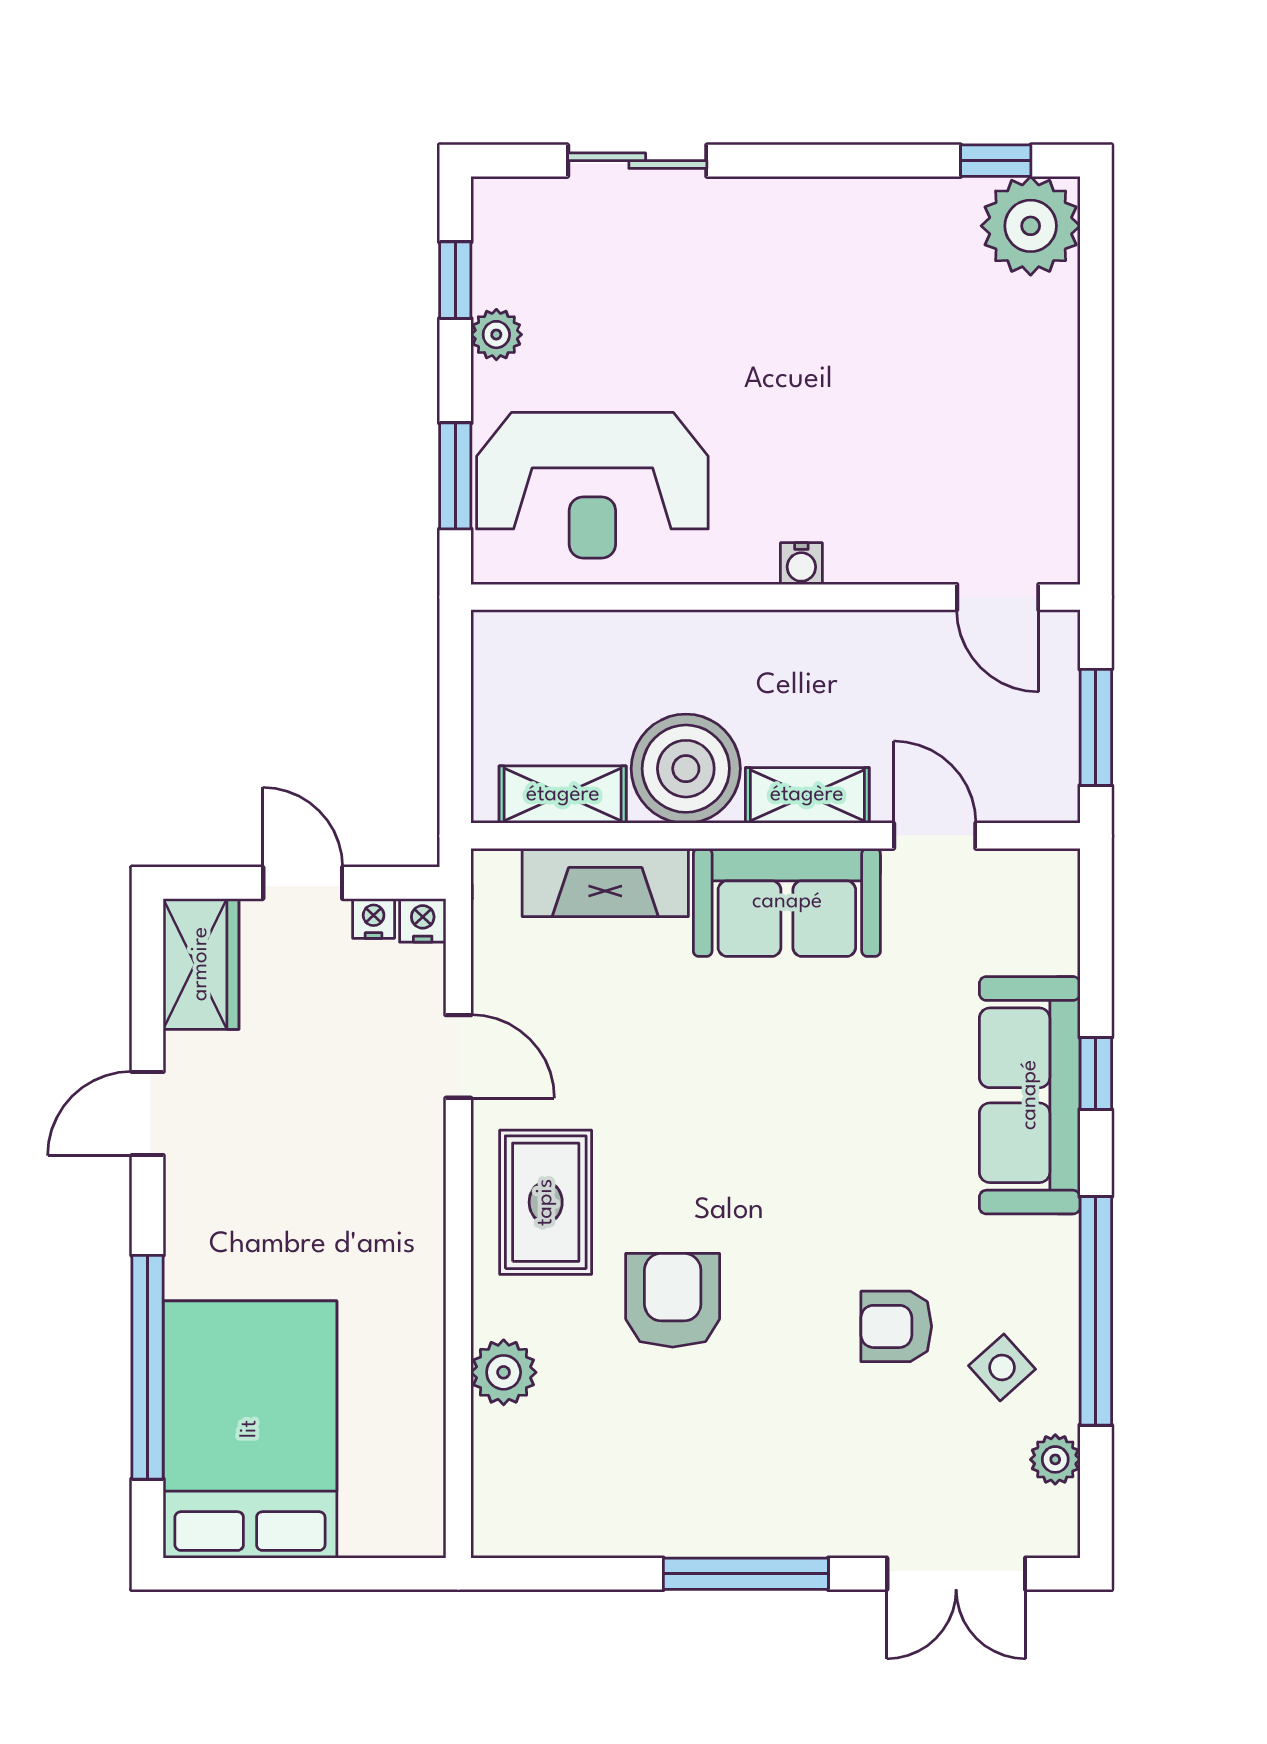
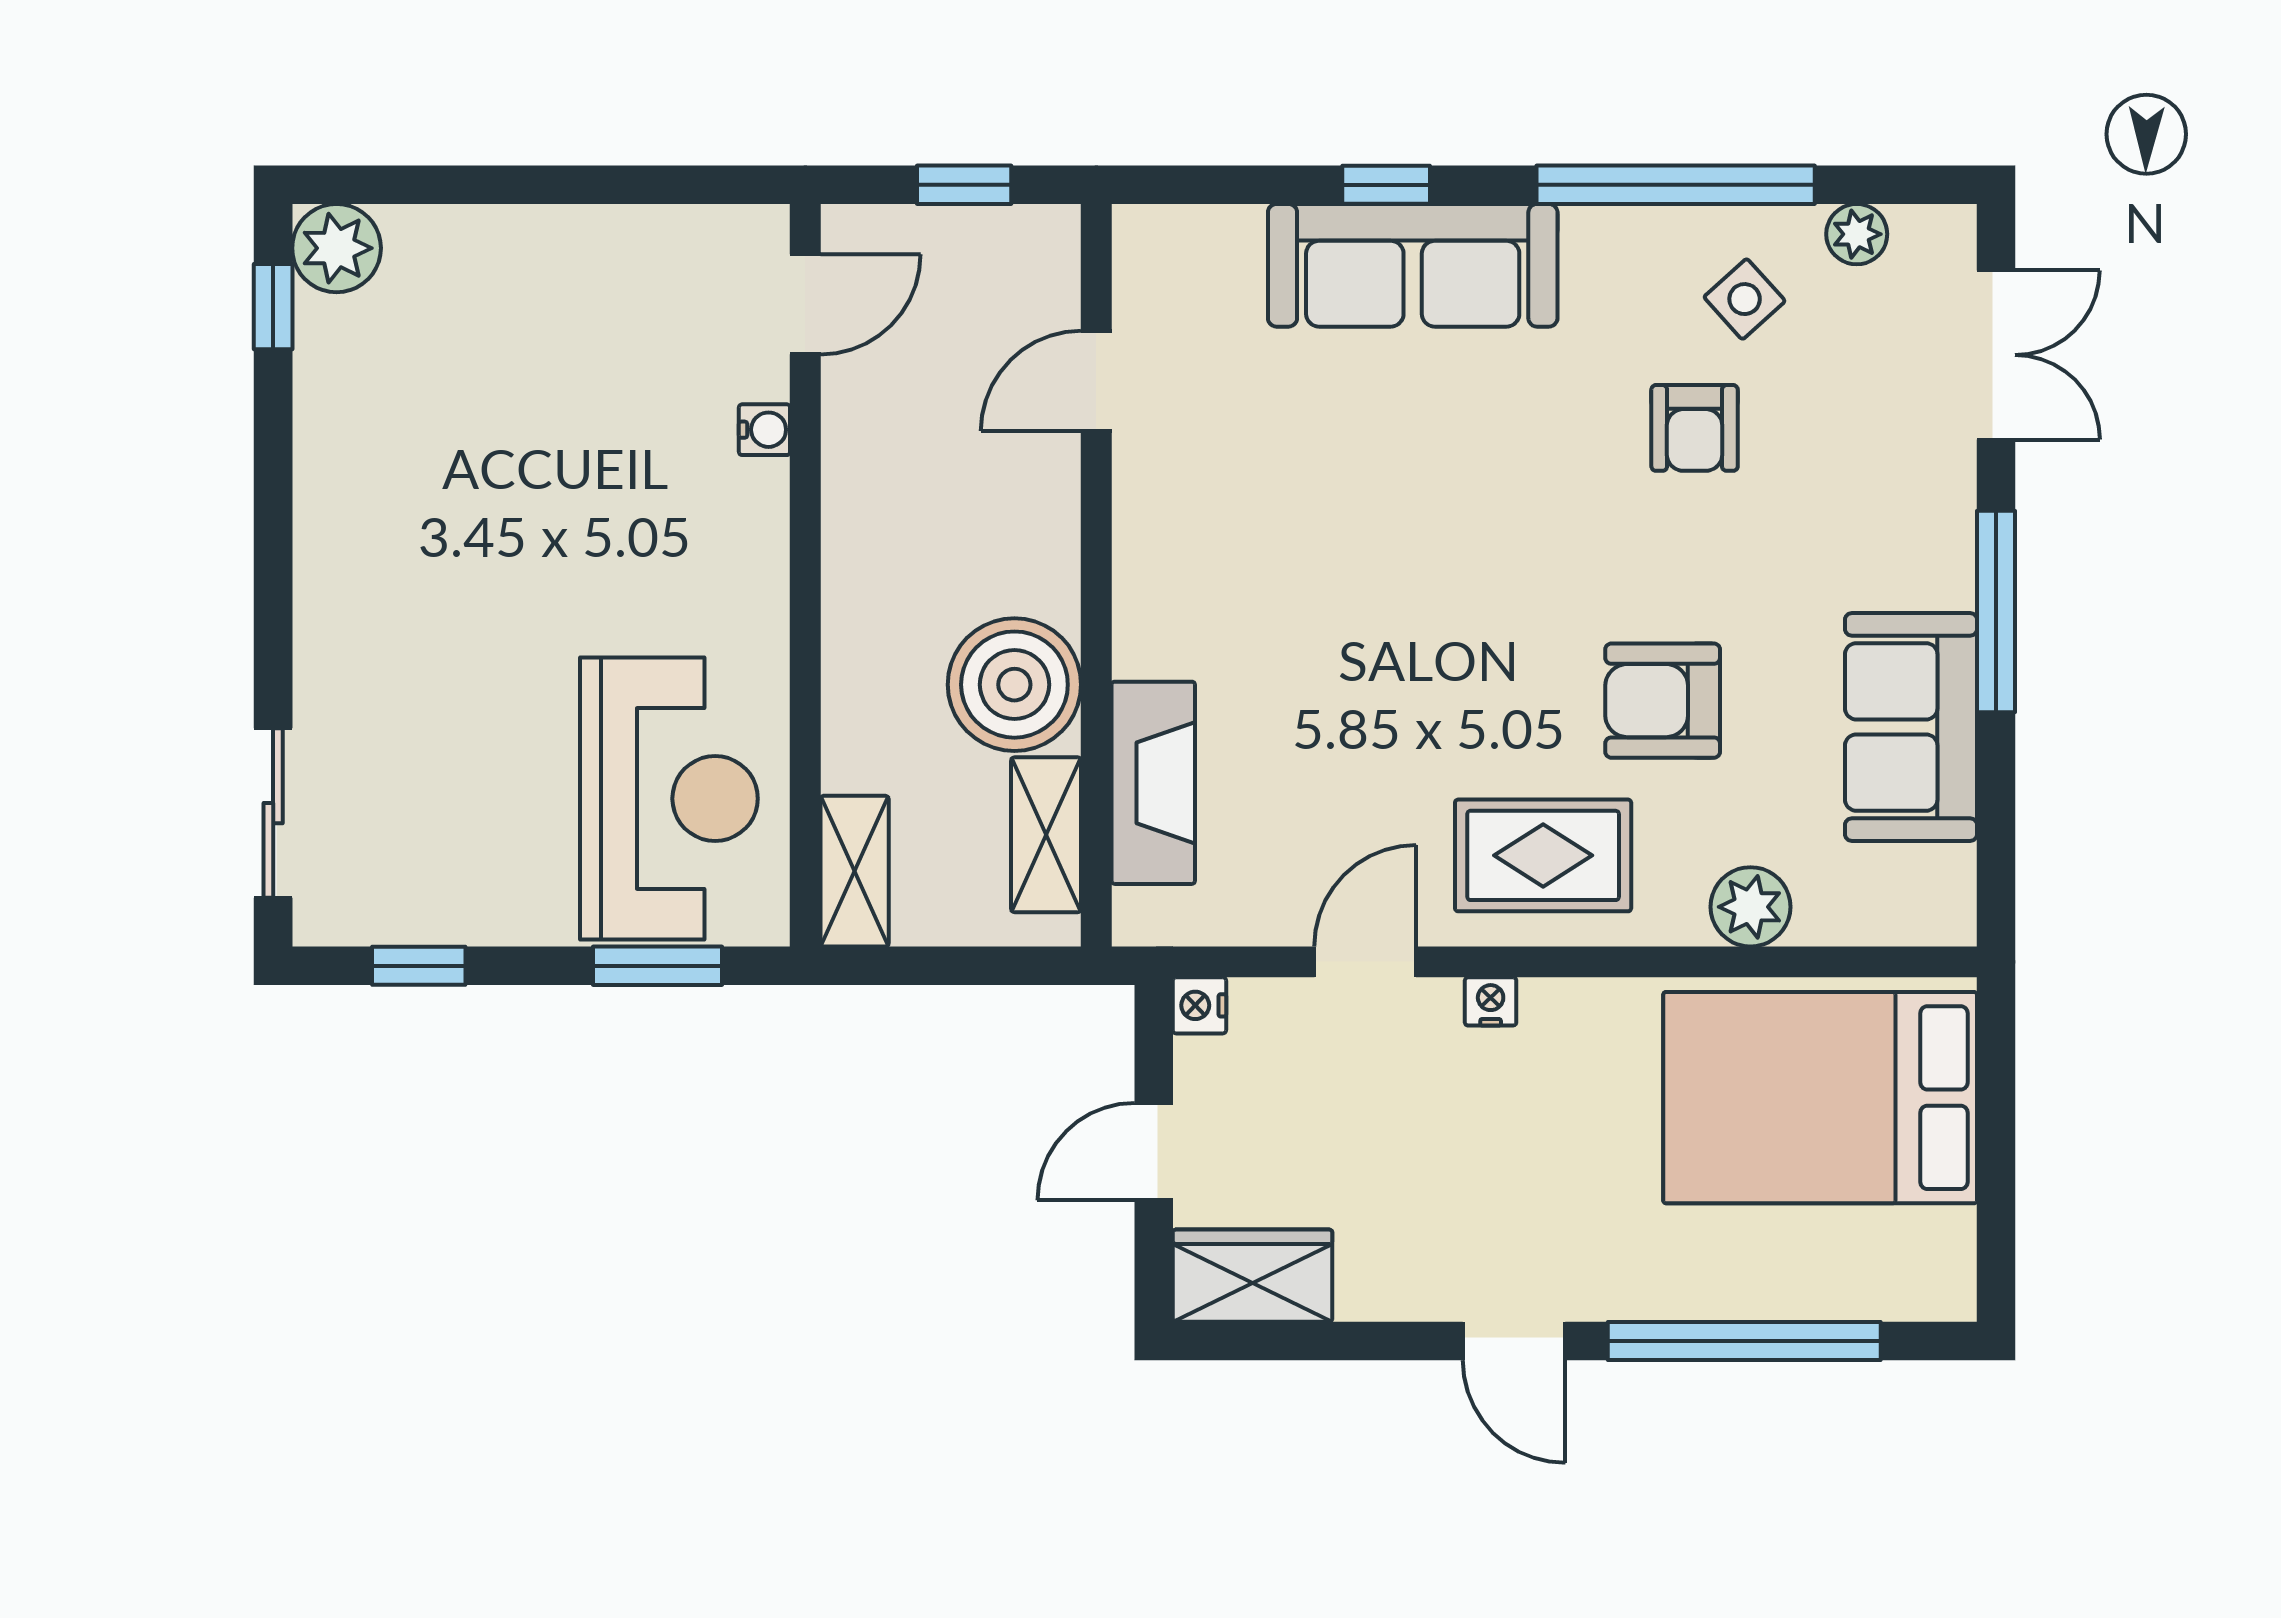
sliding door: (637, 161) -> (273, 813), moved
plant: (1031, 226) -> (337, 248), width x0.73, depth x0.73
plant: (496, 335) -> (485, 916), removed
water cooler: (801, 564) -> (764, 430), moved
window: (1096, 727) -> (964, 185), width x0.67
shelving: (807, 795) -> (855, 871), moved
sofa: (787, 902) -> (1911, 727), moved, turned 180
nightstand: (374, 918) -> (1491, 1001), moved, turned 90
door: (147, 1113) -> (1514, 1341), moved
bed: (250, 1429) -> (1820, 1098), moved

